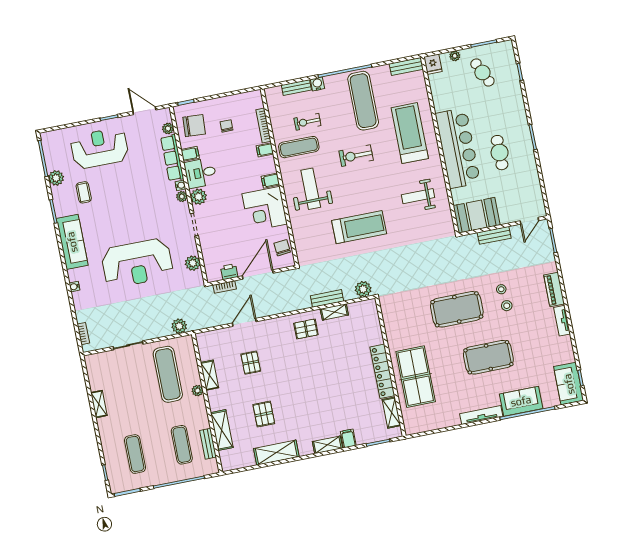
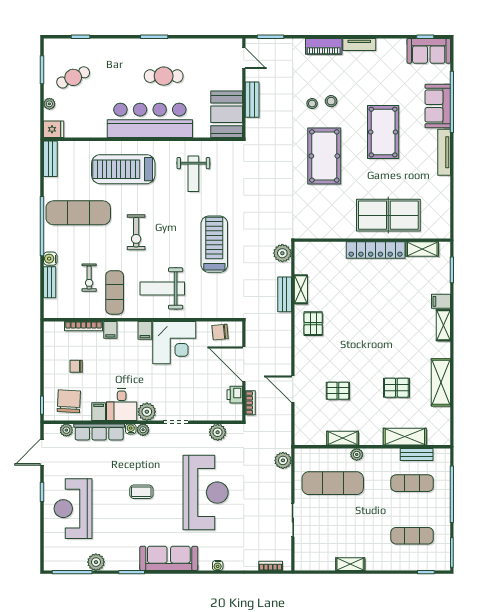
coffee table: (84, 192) -> (141, 492), moved

